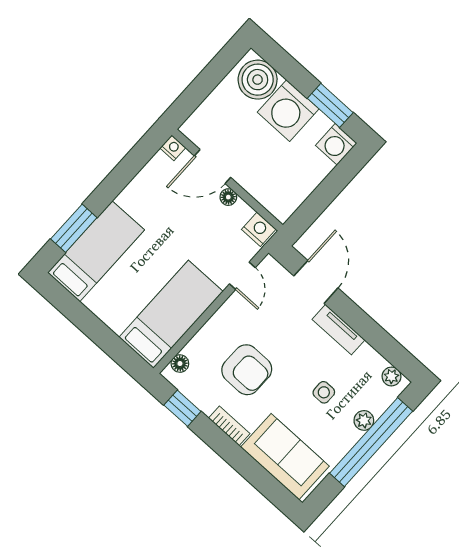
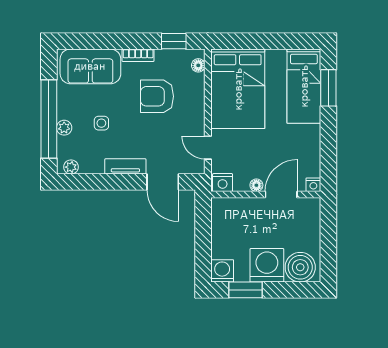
bed: (171, 314) -> (238, 89), width x1.50

